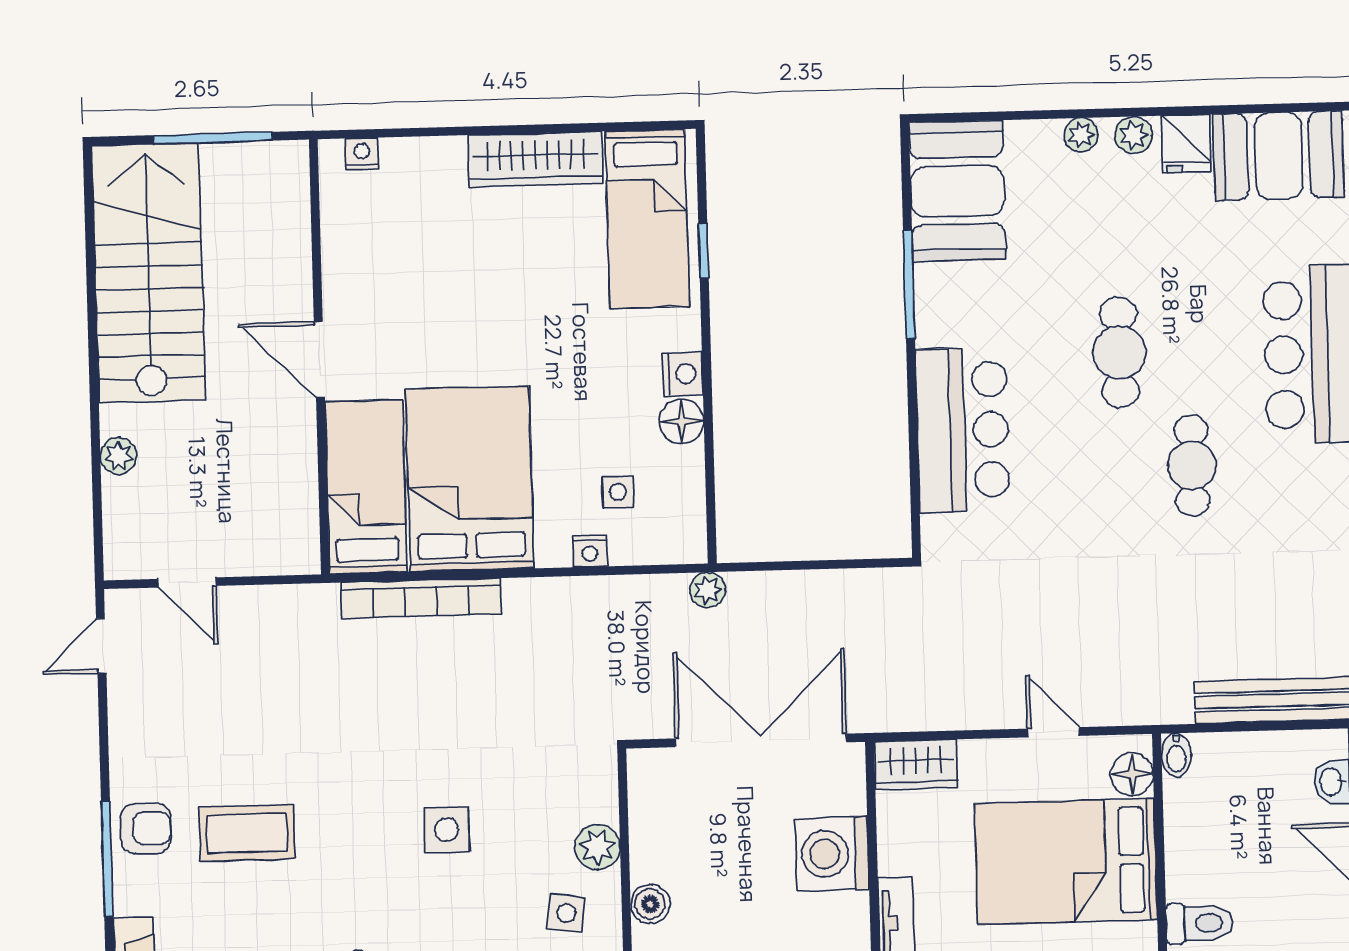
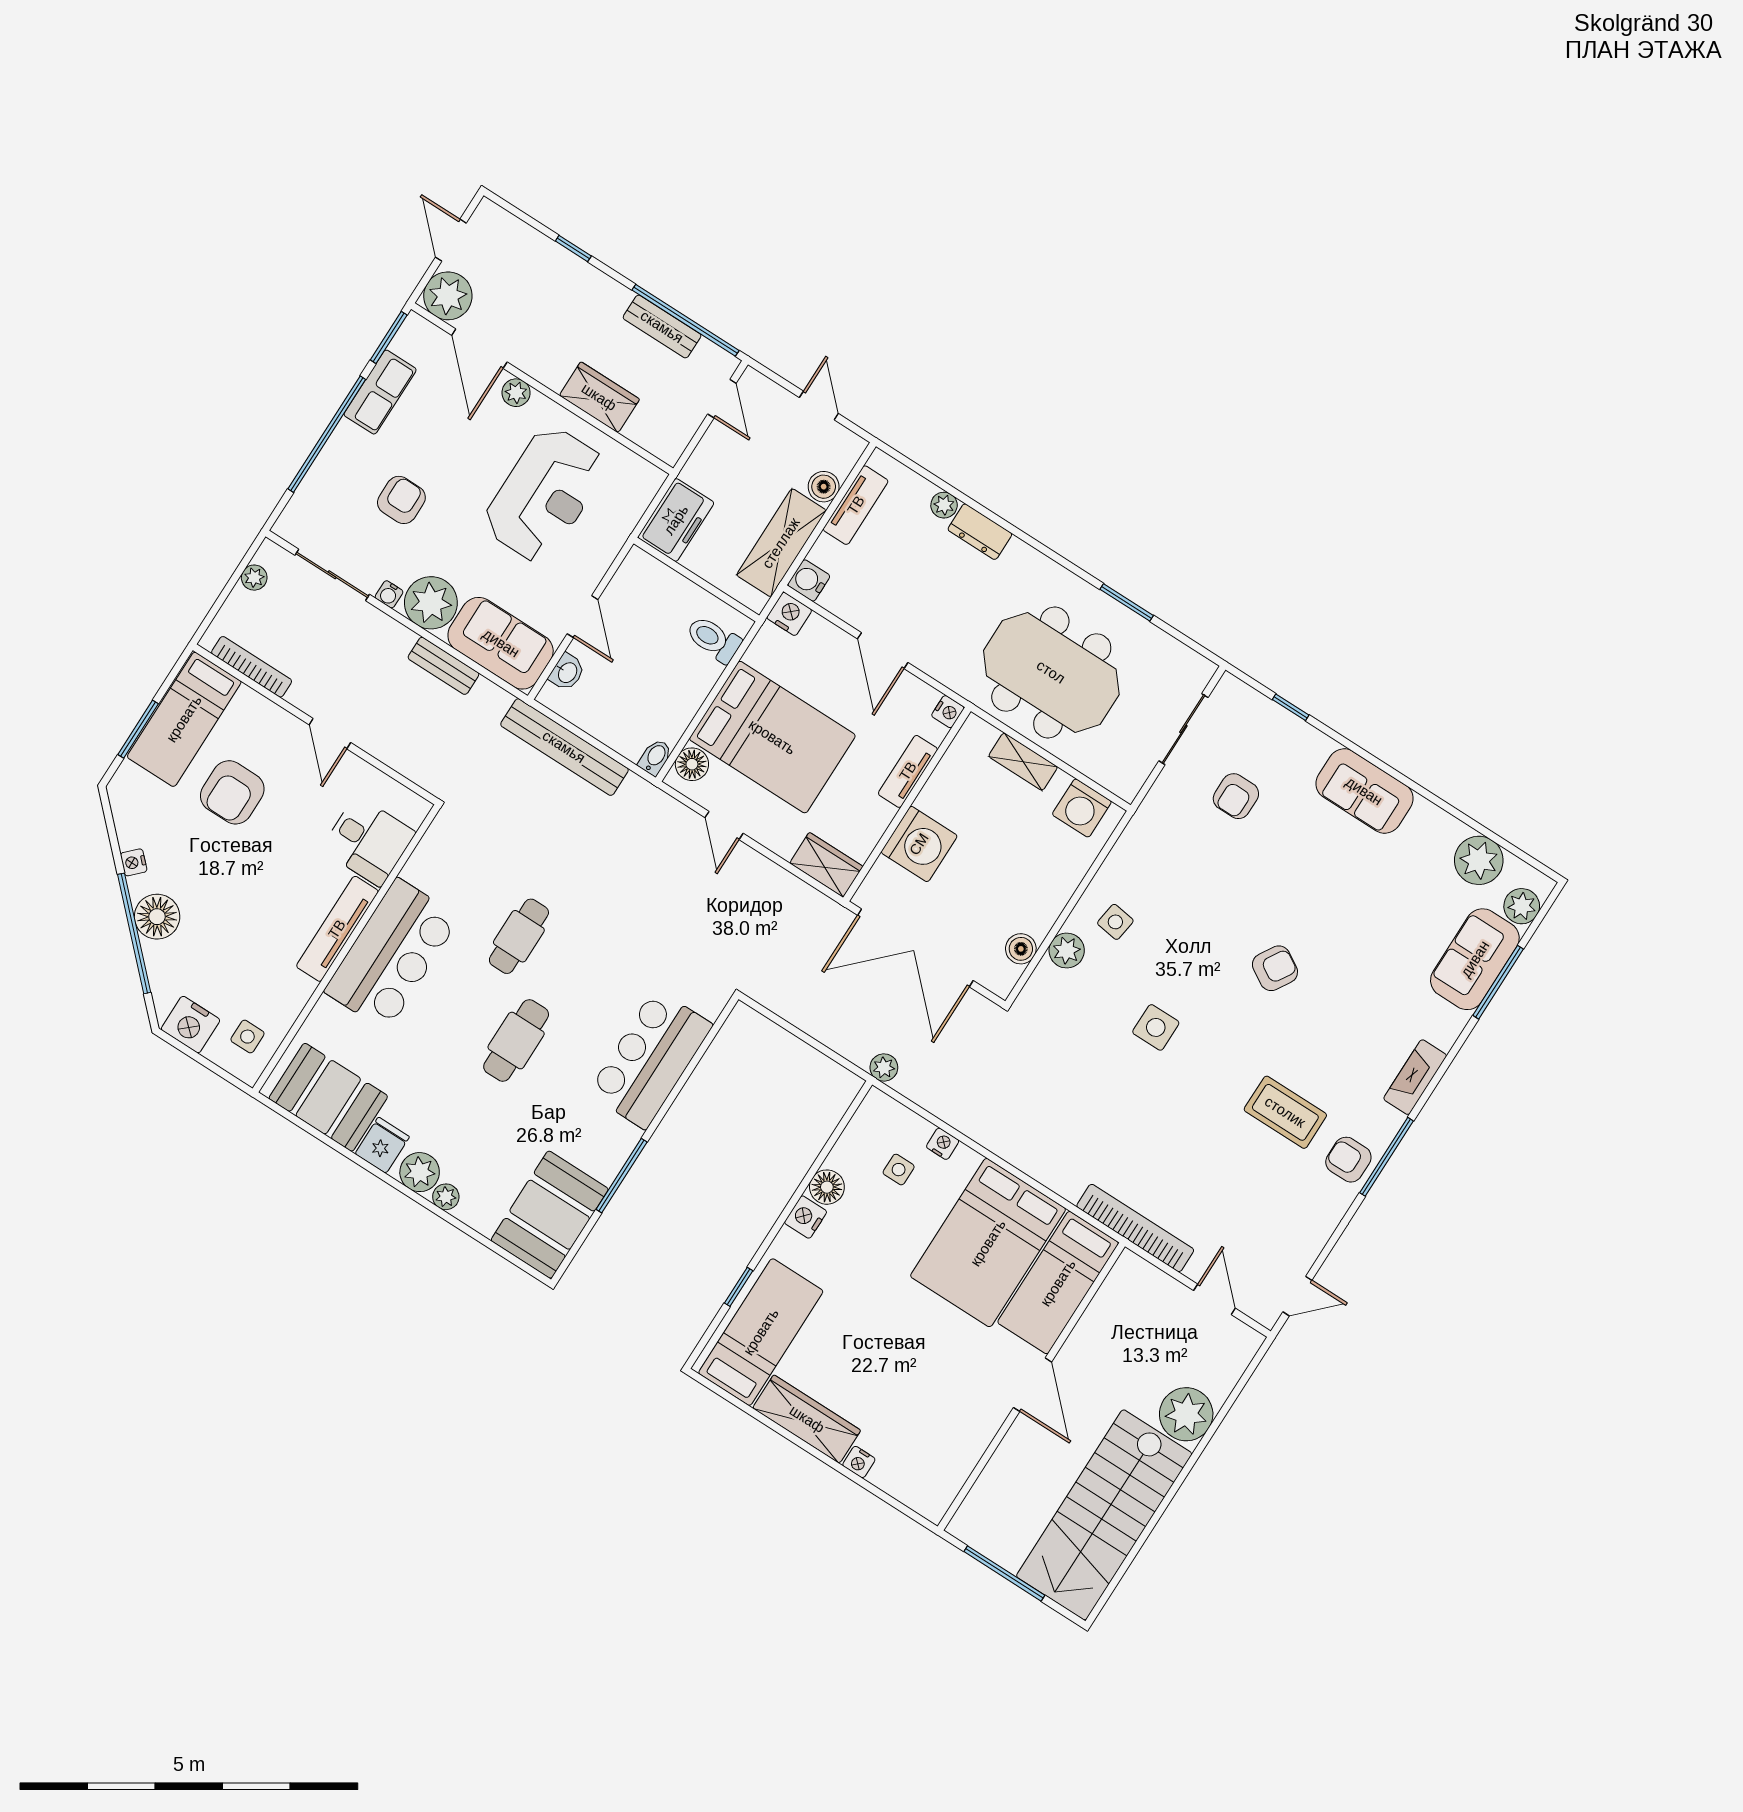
plant: (1134, 135) -> (420, 1172), width x1.38, depth x1.38
nightstand: (362, 154) -> (859, 1462), moved
plant: (119, 456) -> (1186, 1414), width x1.88, depth x1.88
bookcase: (421, 598) -> (1135, 1228), moved
boiler: (650, 904) -> (1021, 949), moved

